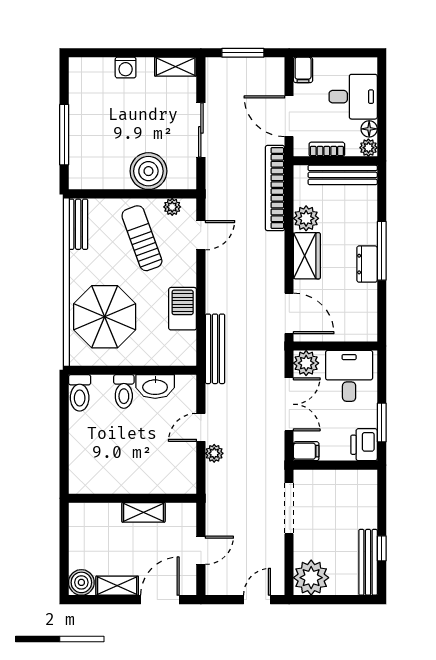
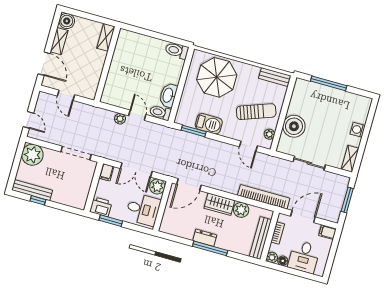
window: (201, 330) -> (194, 131), added
bench: (215, 349) -> (180, 136), removed
toilet: (124, 391) -> (160, 113), moved
shelving: (143, 512) -> (106, 37), moved

